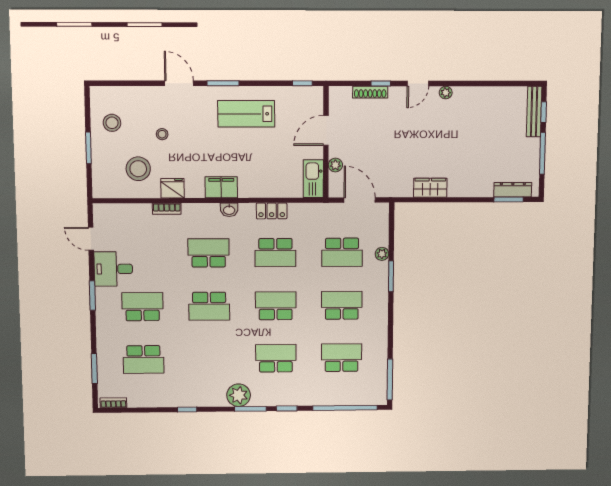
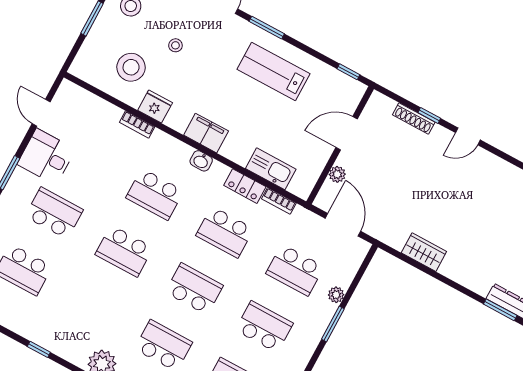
plant: (446, 93) -> (492, 161), removed
kitchen sink: (313, 179) -> (271, 169), moved, turned 90
bookcase: (303, 208) -> (279, 201), added
school desk: (209, 253) -> (155, 194), turned 180

